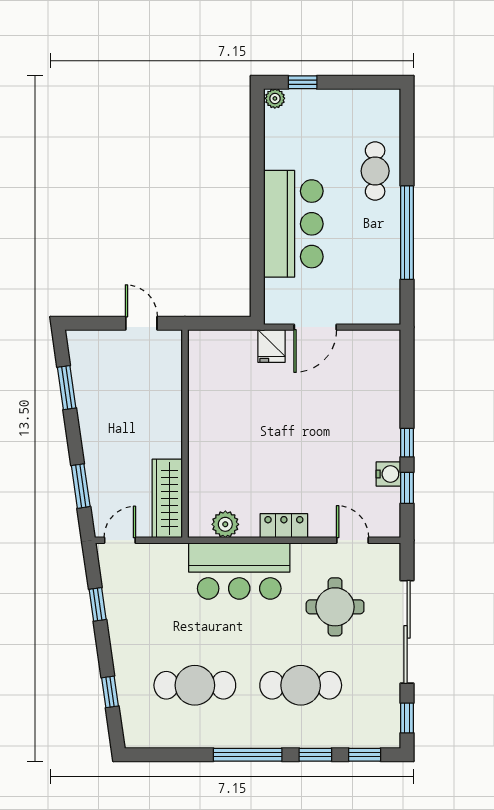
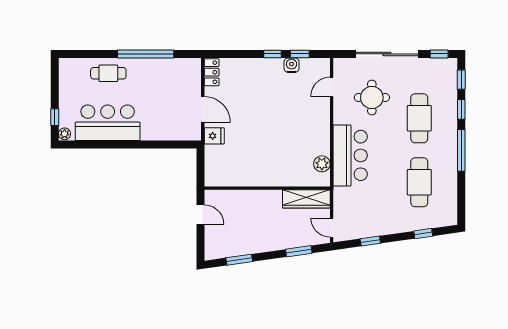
bar counter: (293, 224) -> (108, 123), moved
door: (141, 323) -> (200, 215), swing flipped
locker: (284, 526) -> (212, 72), moved, turned 180

